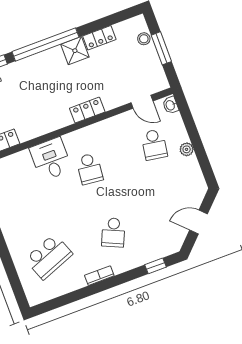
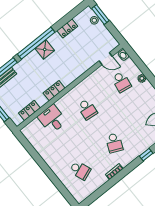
window: (161, 48) -> (100, 15), moved
shower: (75, 51) -> (45, 49), moved
locker: (87, 110) -> (54, 91), moved
desk: (51, 159) -> (52, 119), moved
school desk: (49, 257) -> (80, 170), width x0.54

